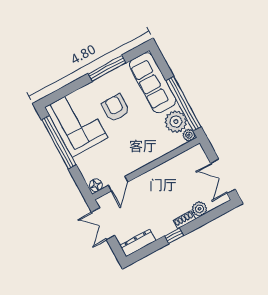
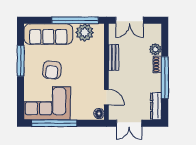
armchair: (115, 108) -> (52, 70), turned -85
plant: (189, 135) -> (99, 29), removed
bench: (166, 168) -> (114, 57), added
double door: (223, 176) -> (129, 20), moved
window: (174, 236) -> (165, 78), width x3.17

